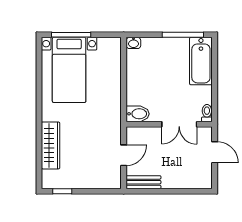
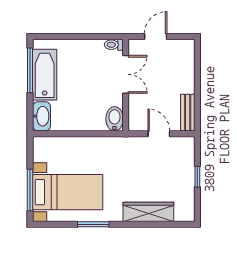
washbasin: (133, 43) -> (42, 116), width x1.91, depth x1.45
bathtub: (201, 61) -> (45, 75), moved, turned -90
window: (39, 94) -> (93, 224), added
window: (62, 191) -> (197, 177), moved

